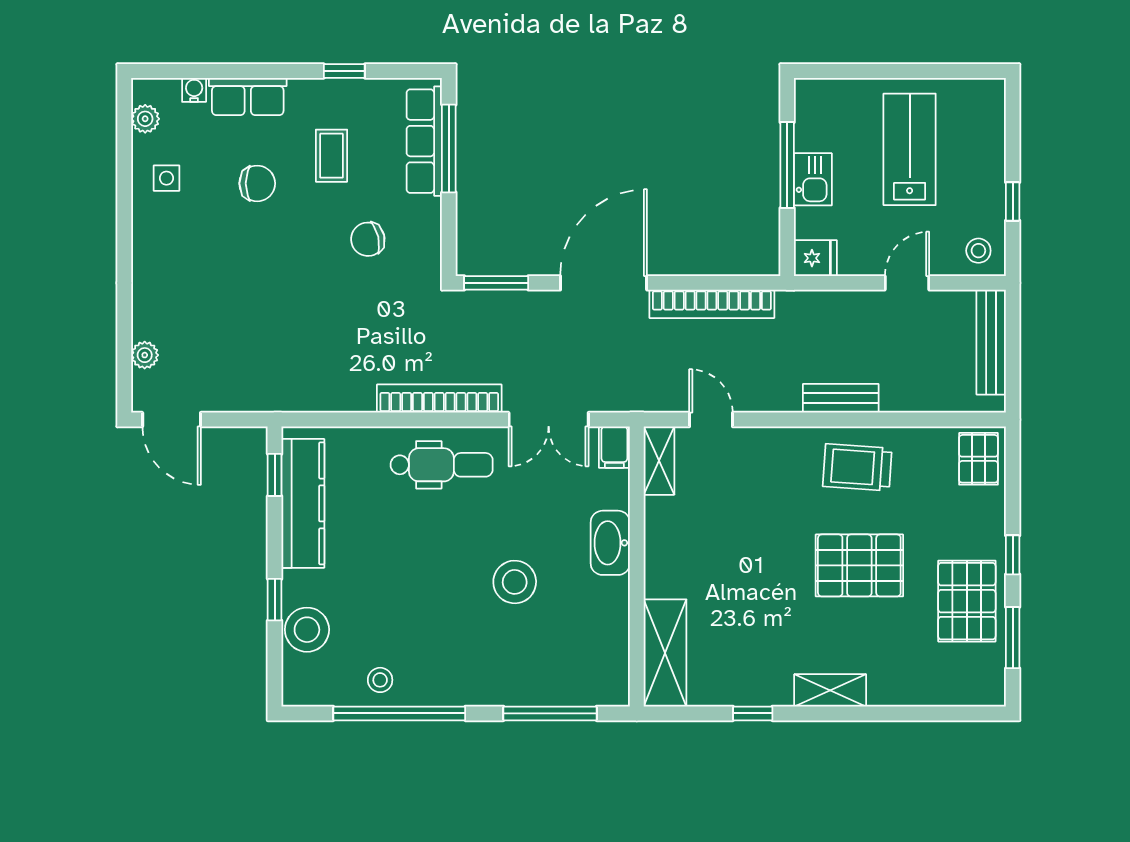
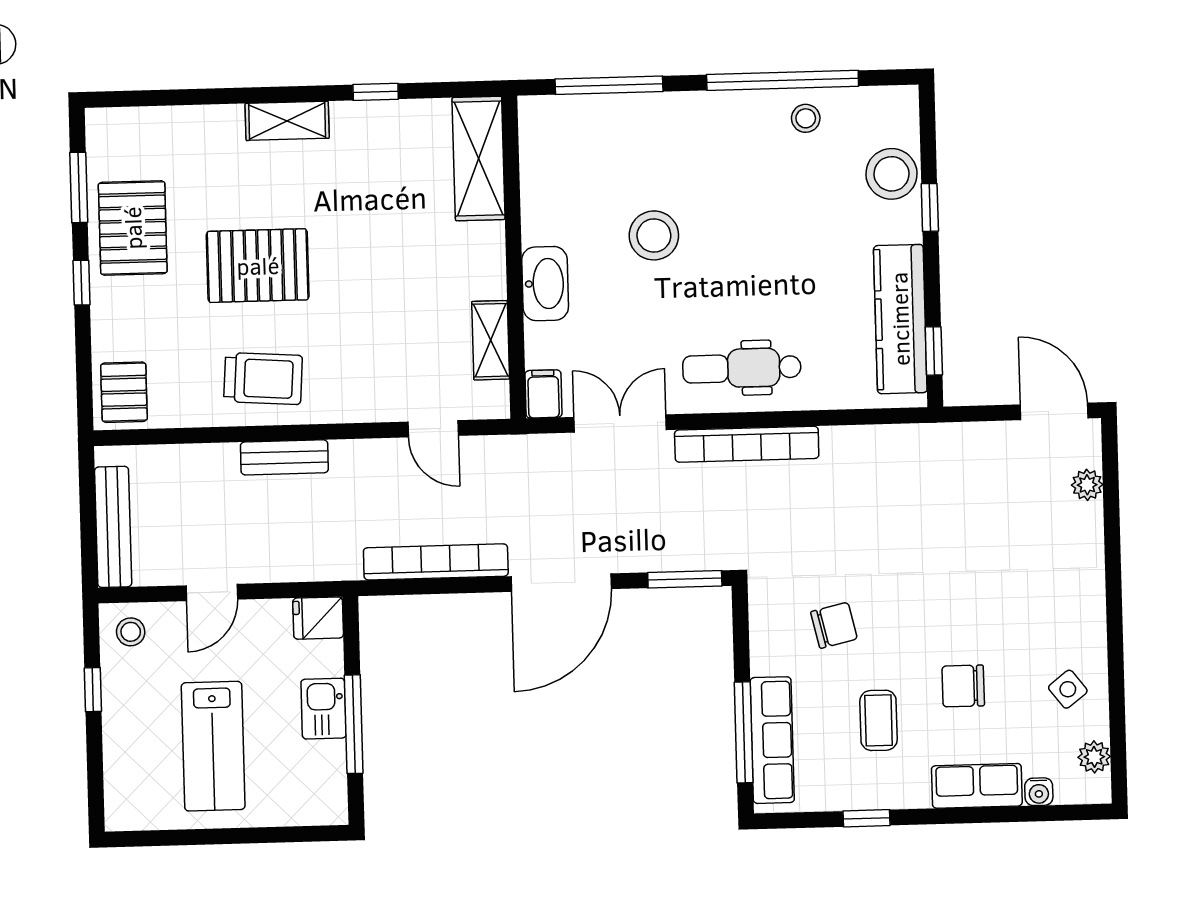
side table: (166, 178) -> (1068, 689), turned -38
shelving: (659, 461) -> (491, 340), moved

